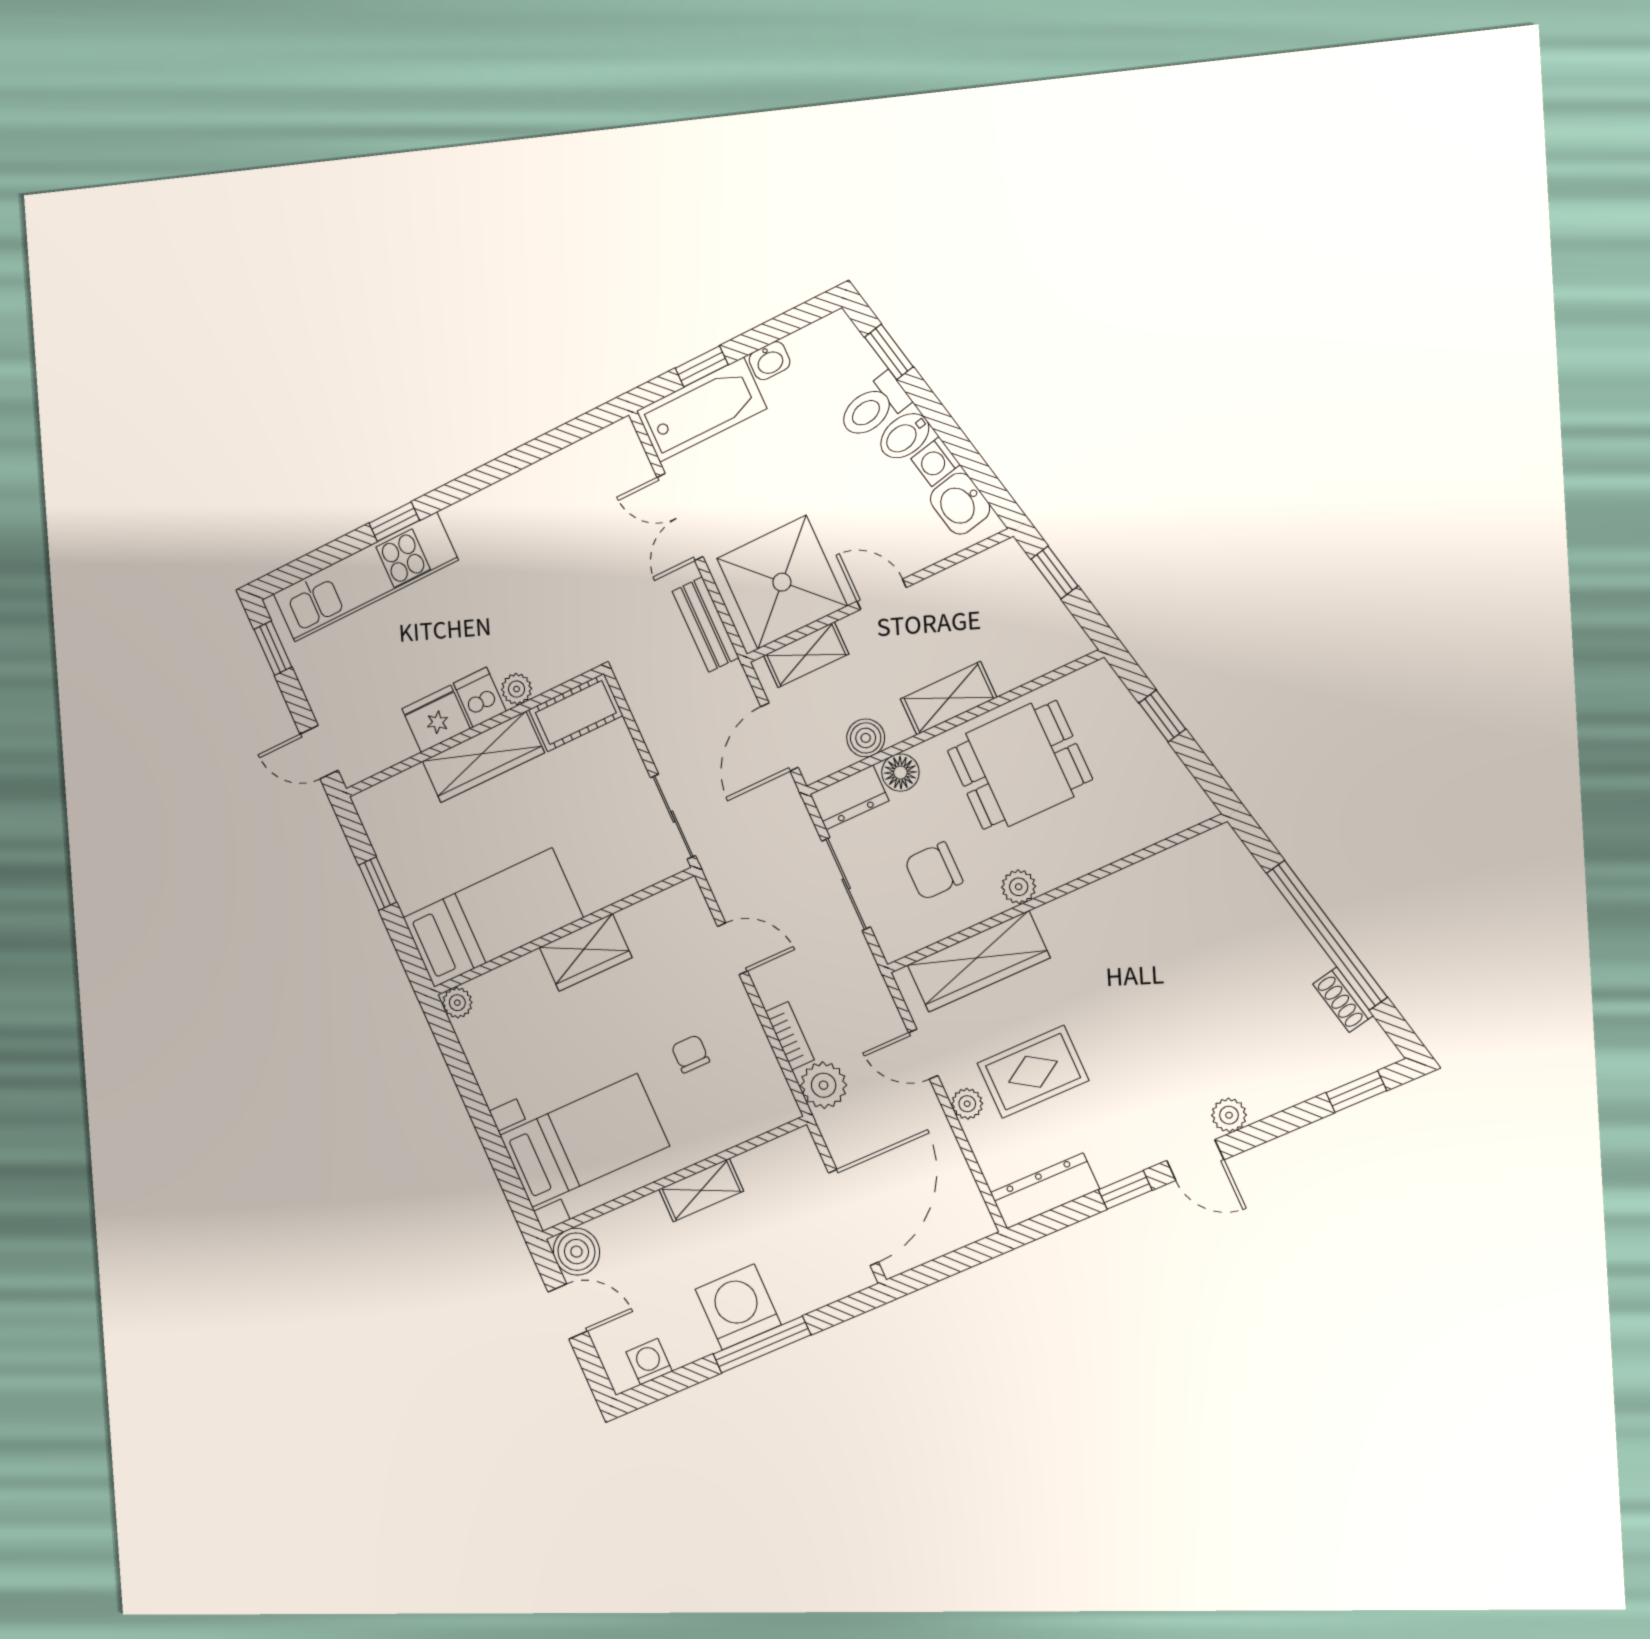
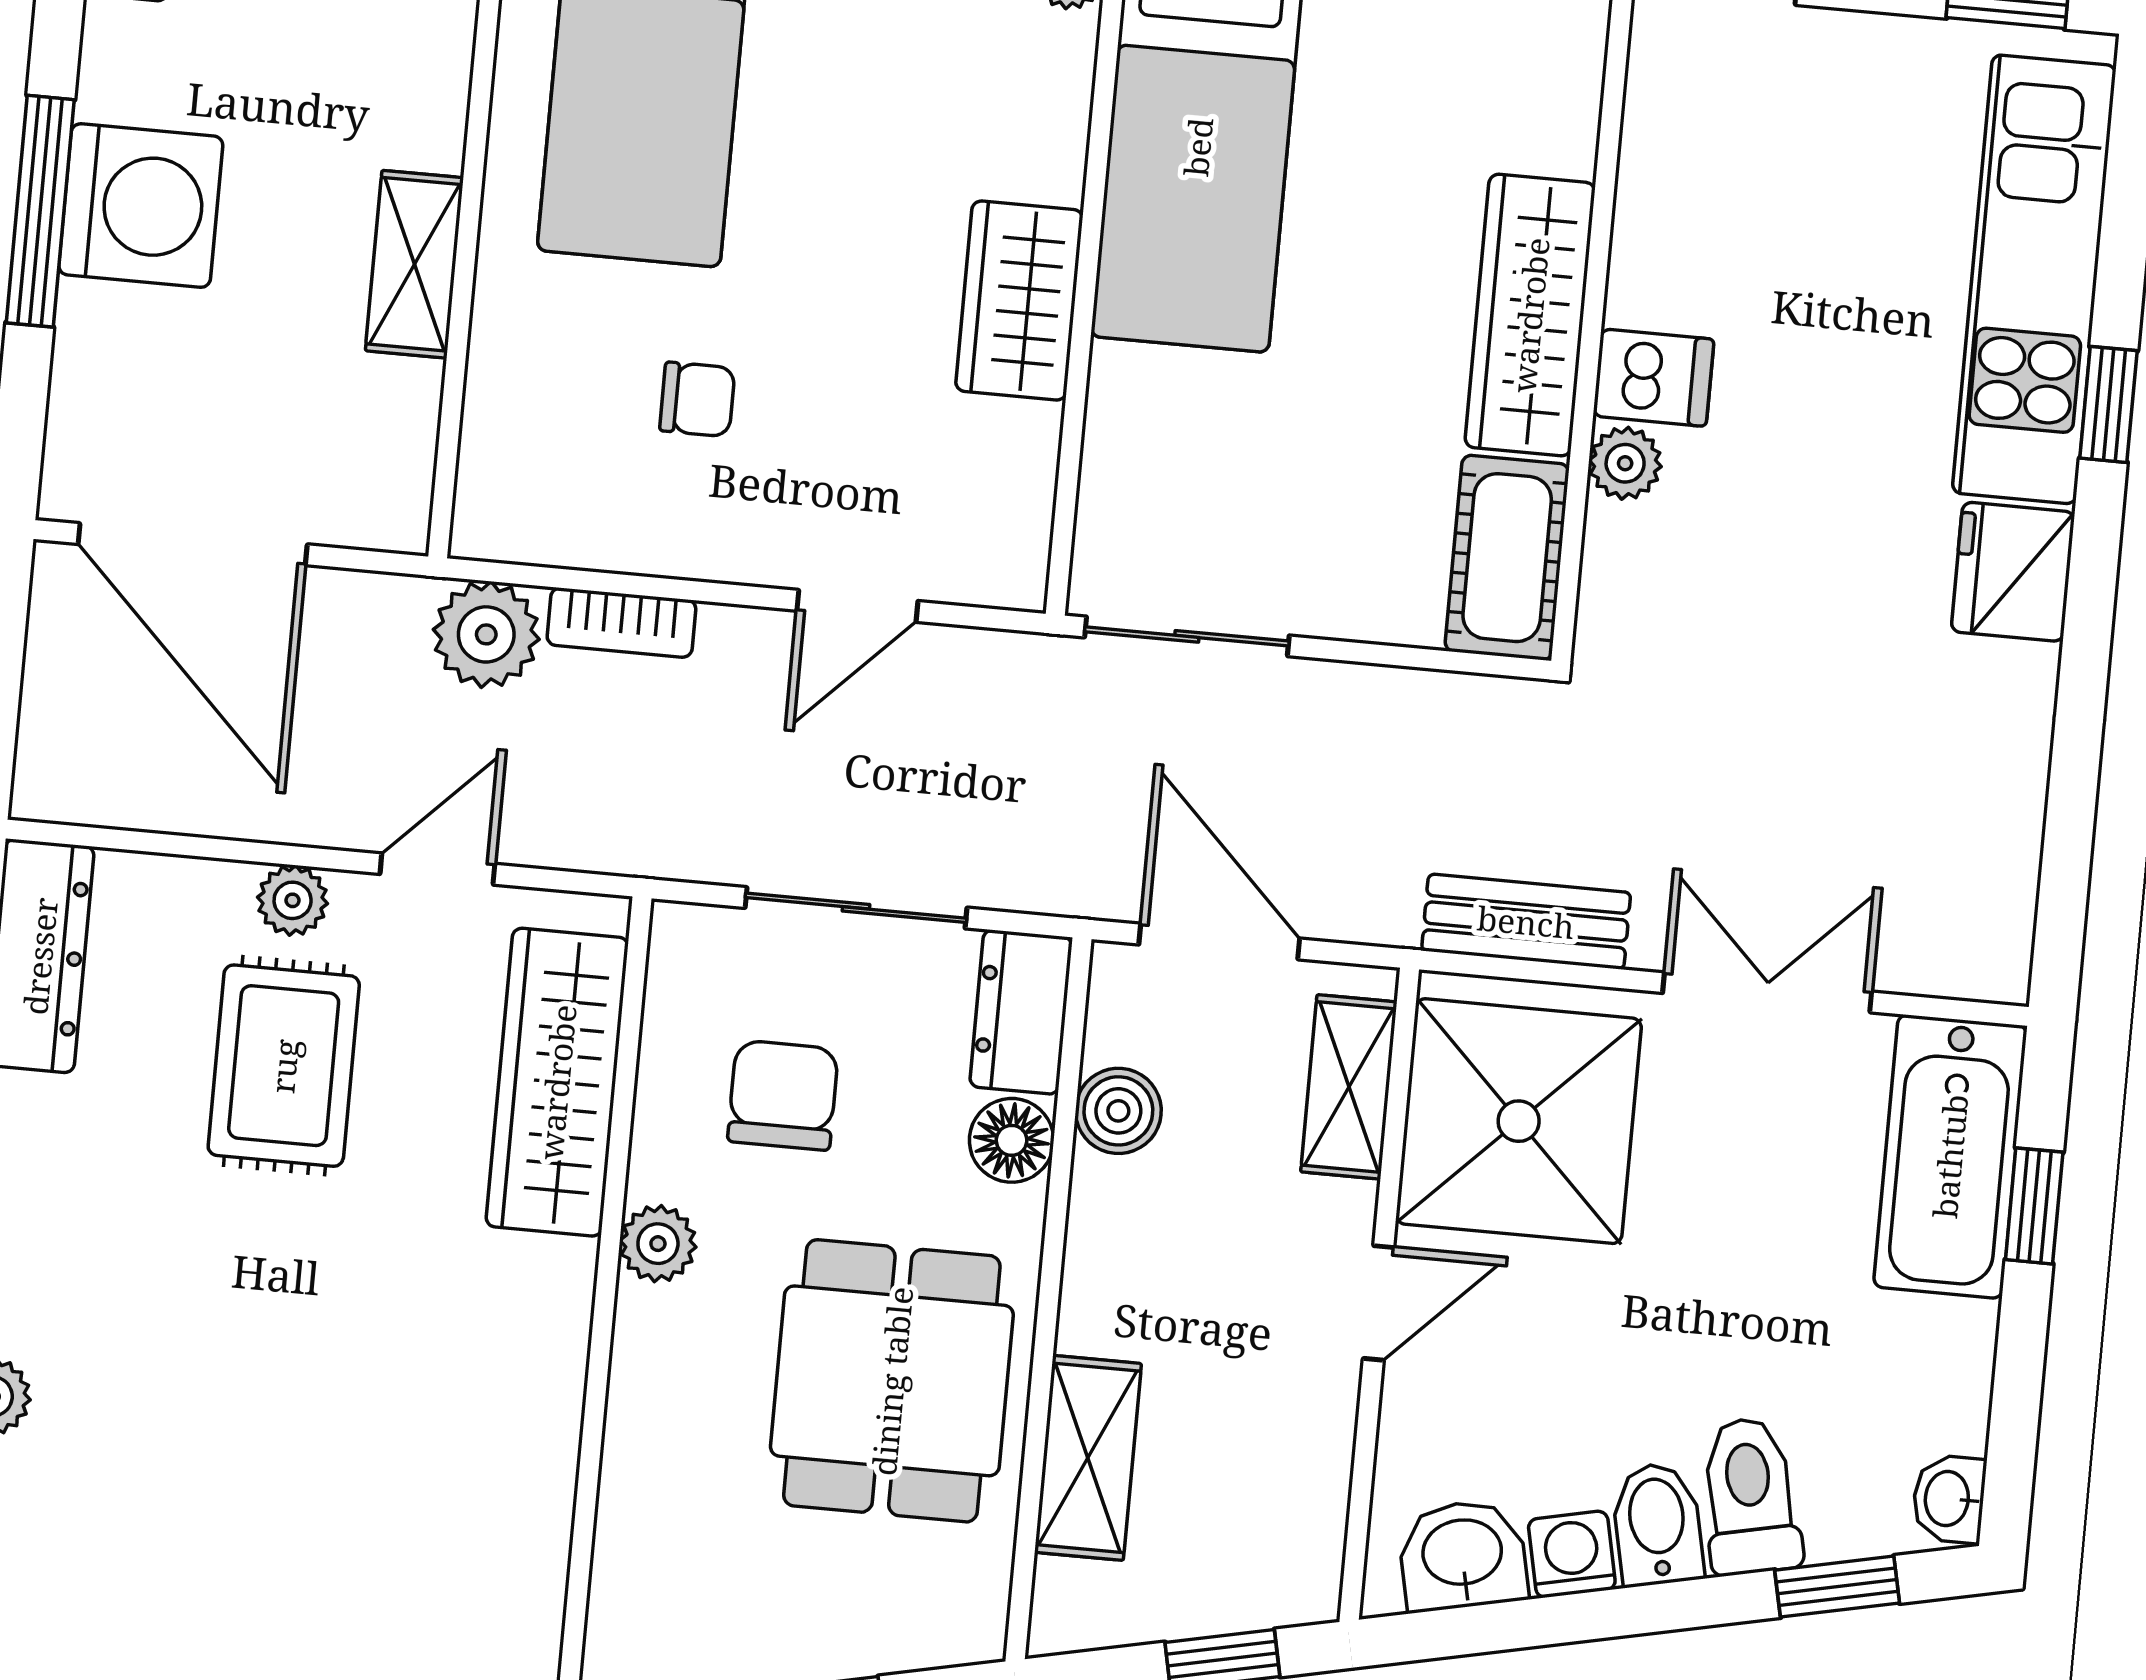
washbasin: (770, 361) -> (1949, 1499), moved
shelving: (949, 698) -> (1088, 1458), moved
fridge: (436, 719) -> (2013, 572), moved, turned 180

